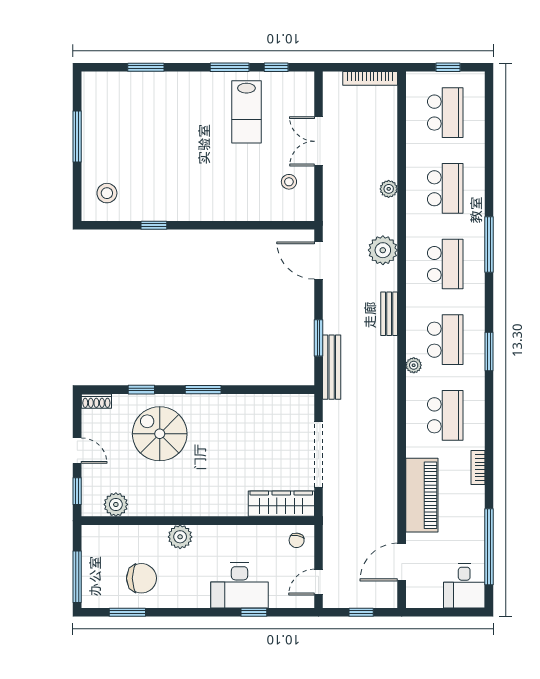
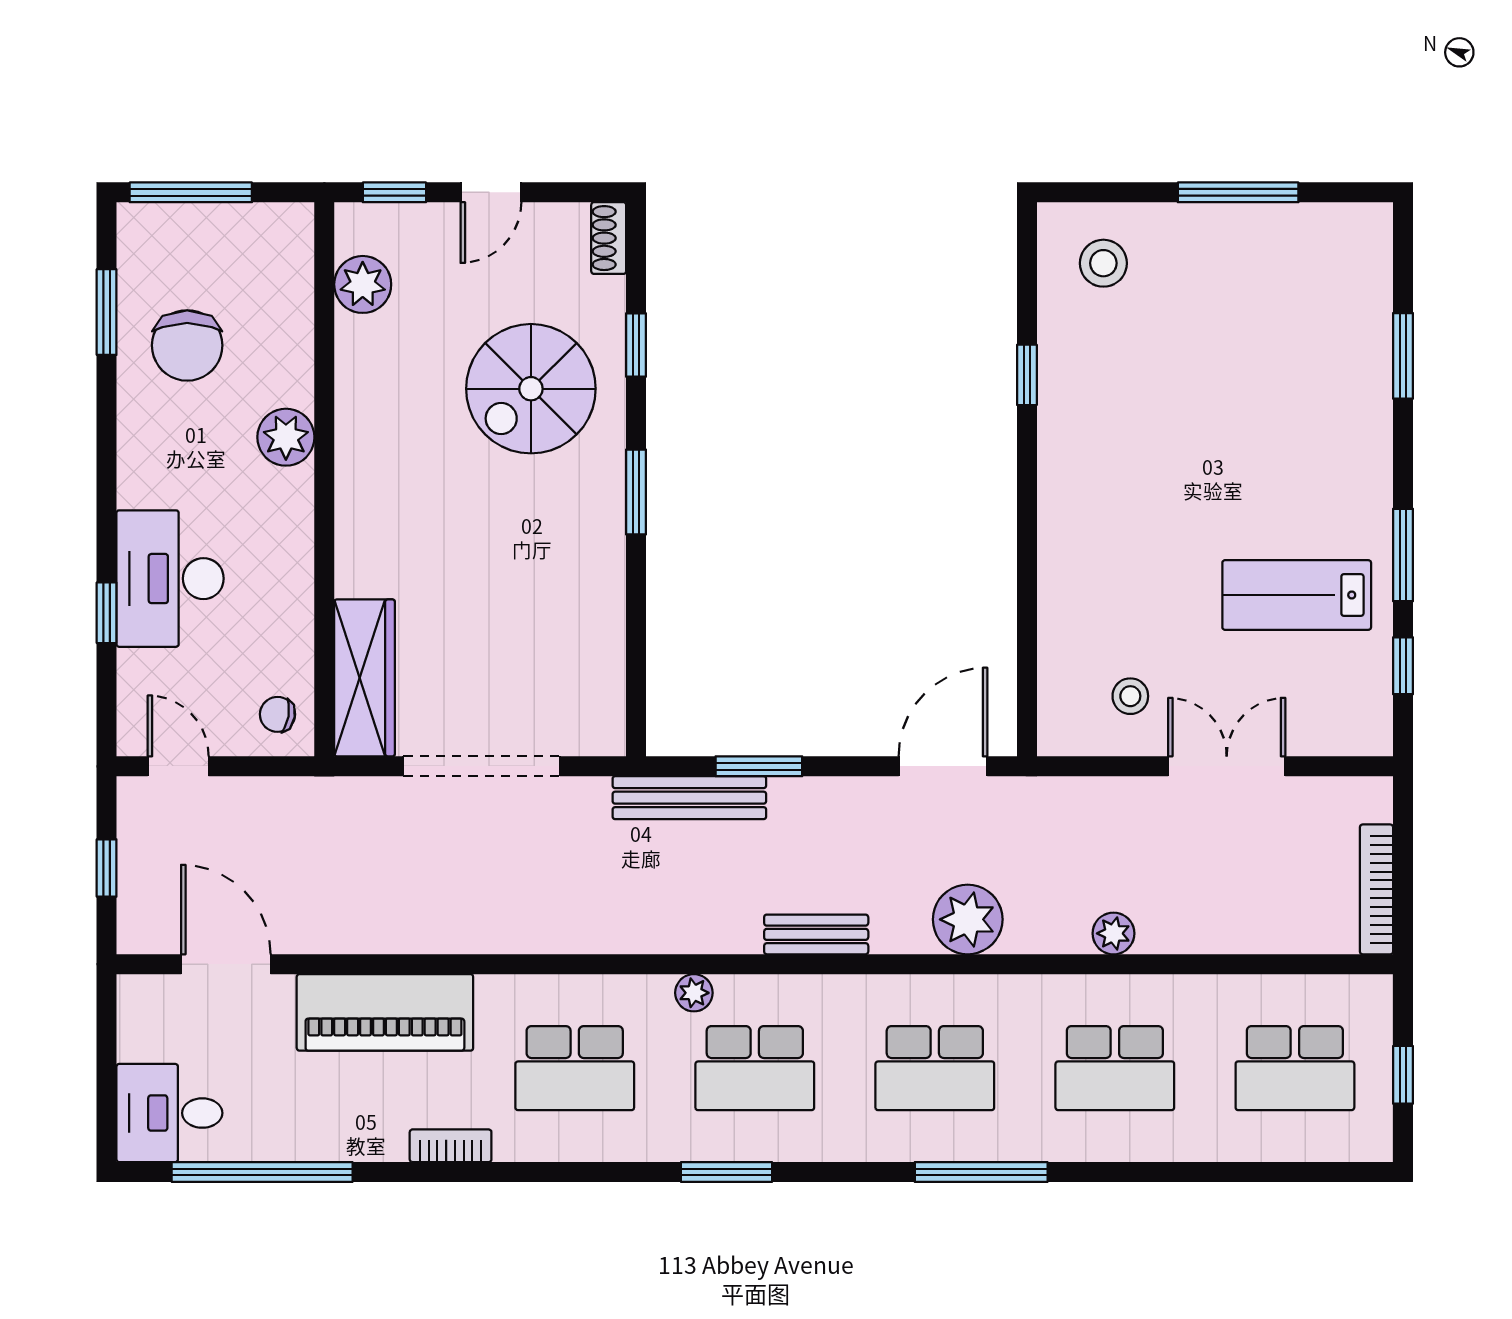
spiral stairs: (160, 434) -> (531, 389), turned 180

